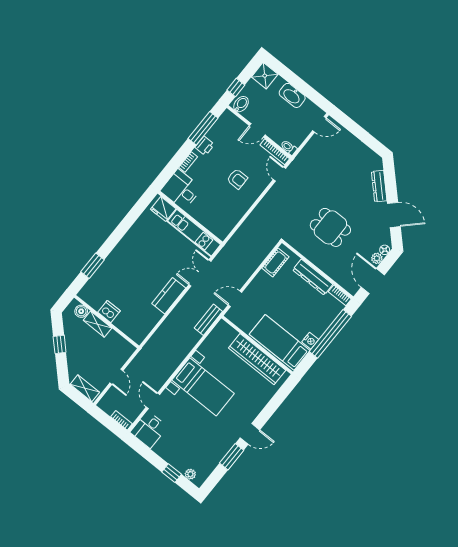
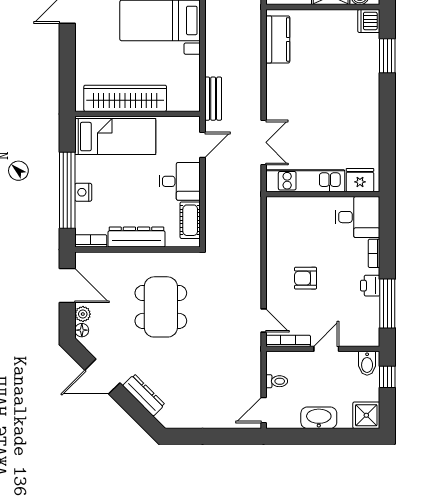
toilet: (289, 148) -> (277, 381), moved
dining table: (330, 227) -> (161, 307), width x1.37
desk: (264, 289) -> (180, 181), added
kitchen counter: (169, 296) -> (278, 39), moved
dishwasher: (109, 312) -> (369, 21), moved, turned 90
nightstand: (310, 341) -> (83, 192), moved

